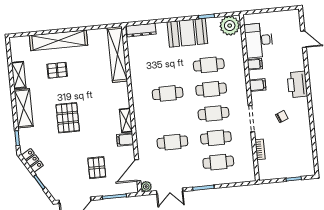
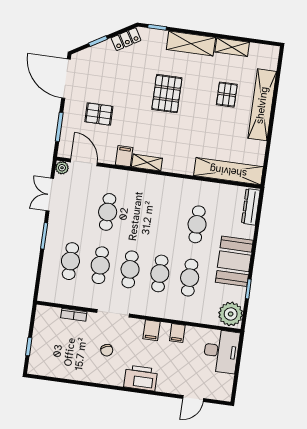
desk: (259, 40) -> (221, 351), moved, turned 90
cafe table: (168, 93) -> (197, 224), moved
pallet: (68, 118) -> (167, 94), turned 90

